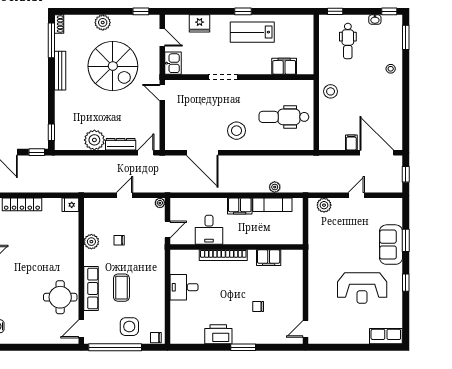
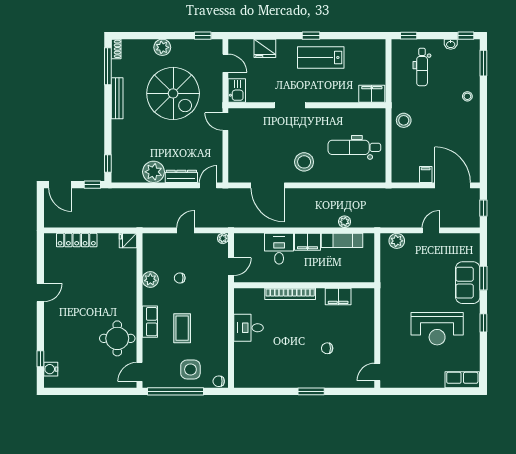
filing cabinet: (284, 66) -> (372, 94), moved
desk: (209, 230) -> (279, 249), moved, turned 180
row of seats: (91, 289) -> (150, 322), width x0.68
printer: (218, 334) -> (285, 378), removed

